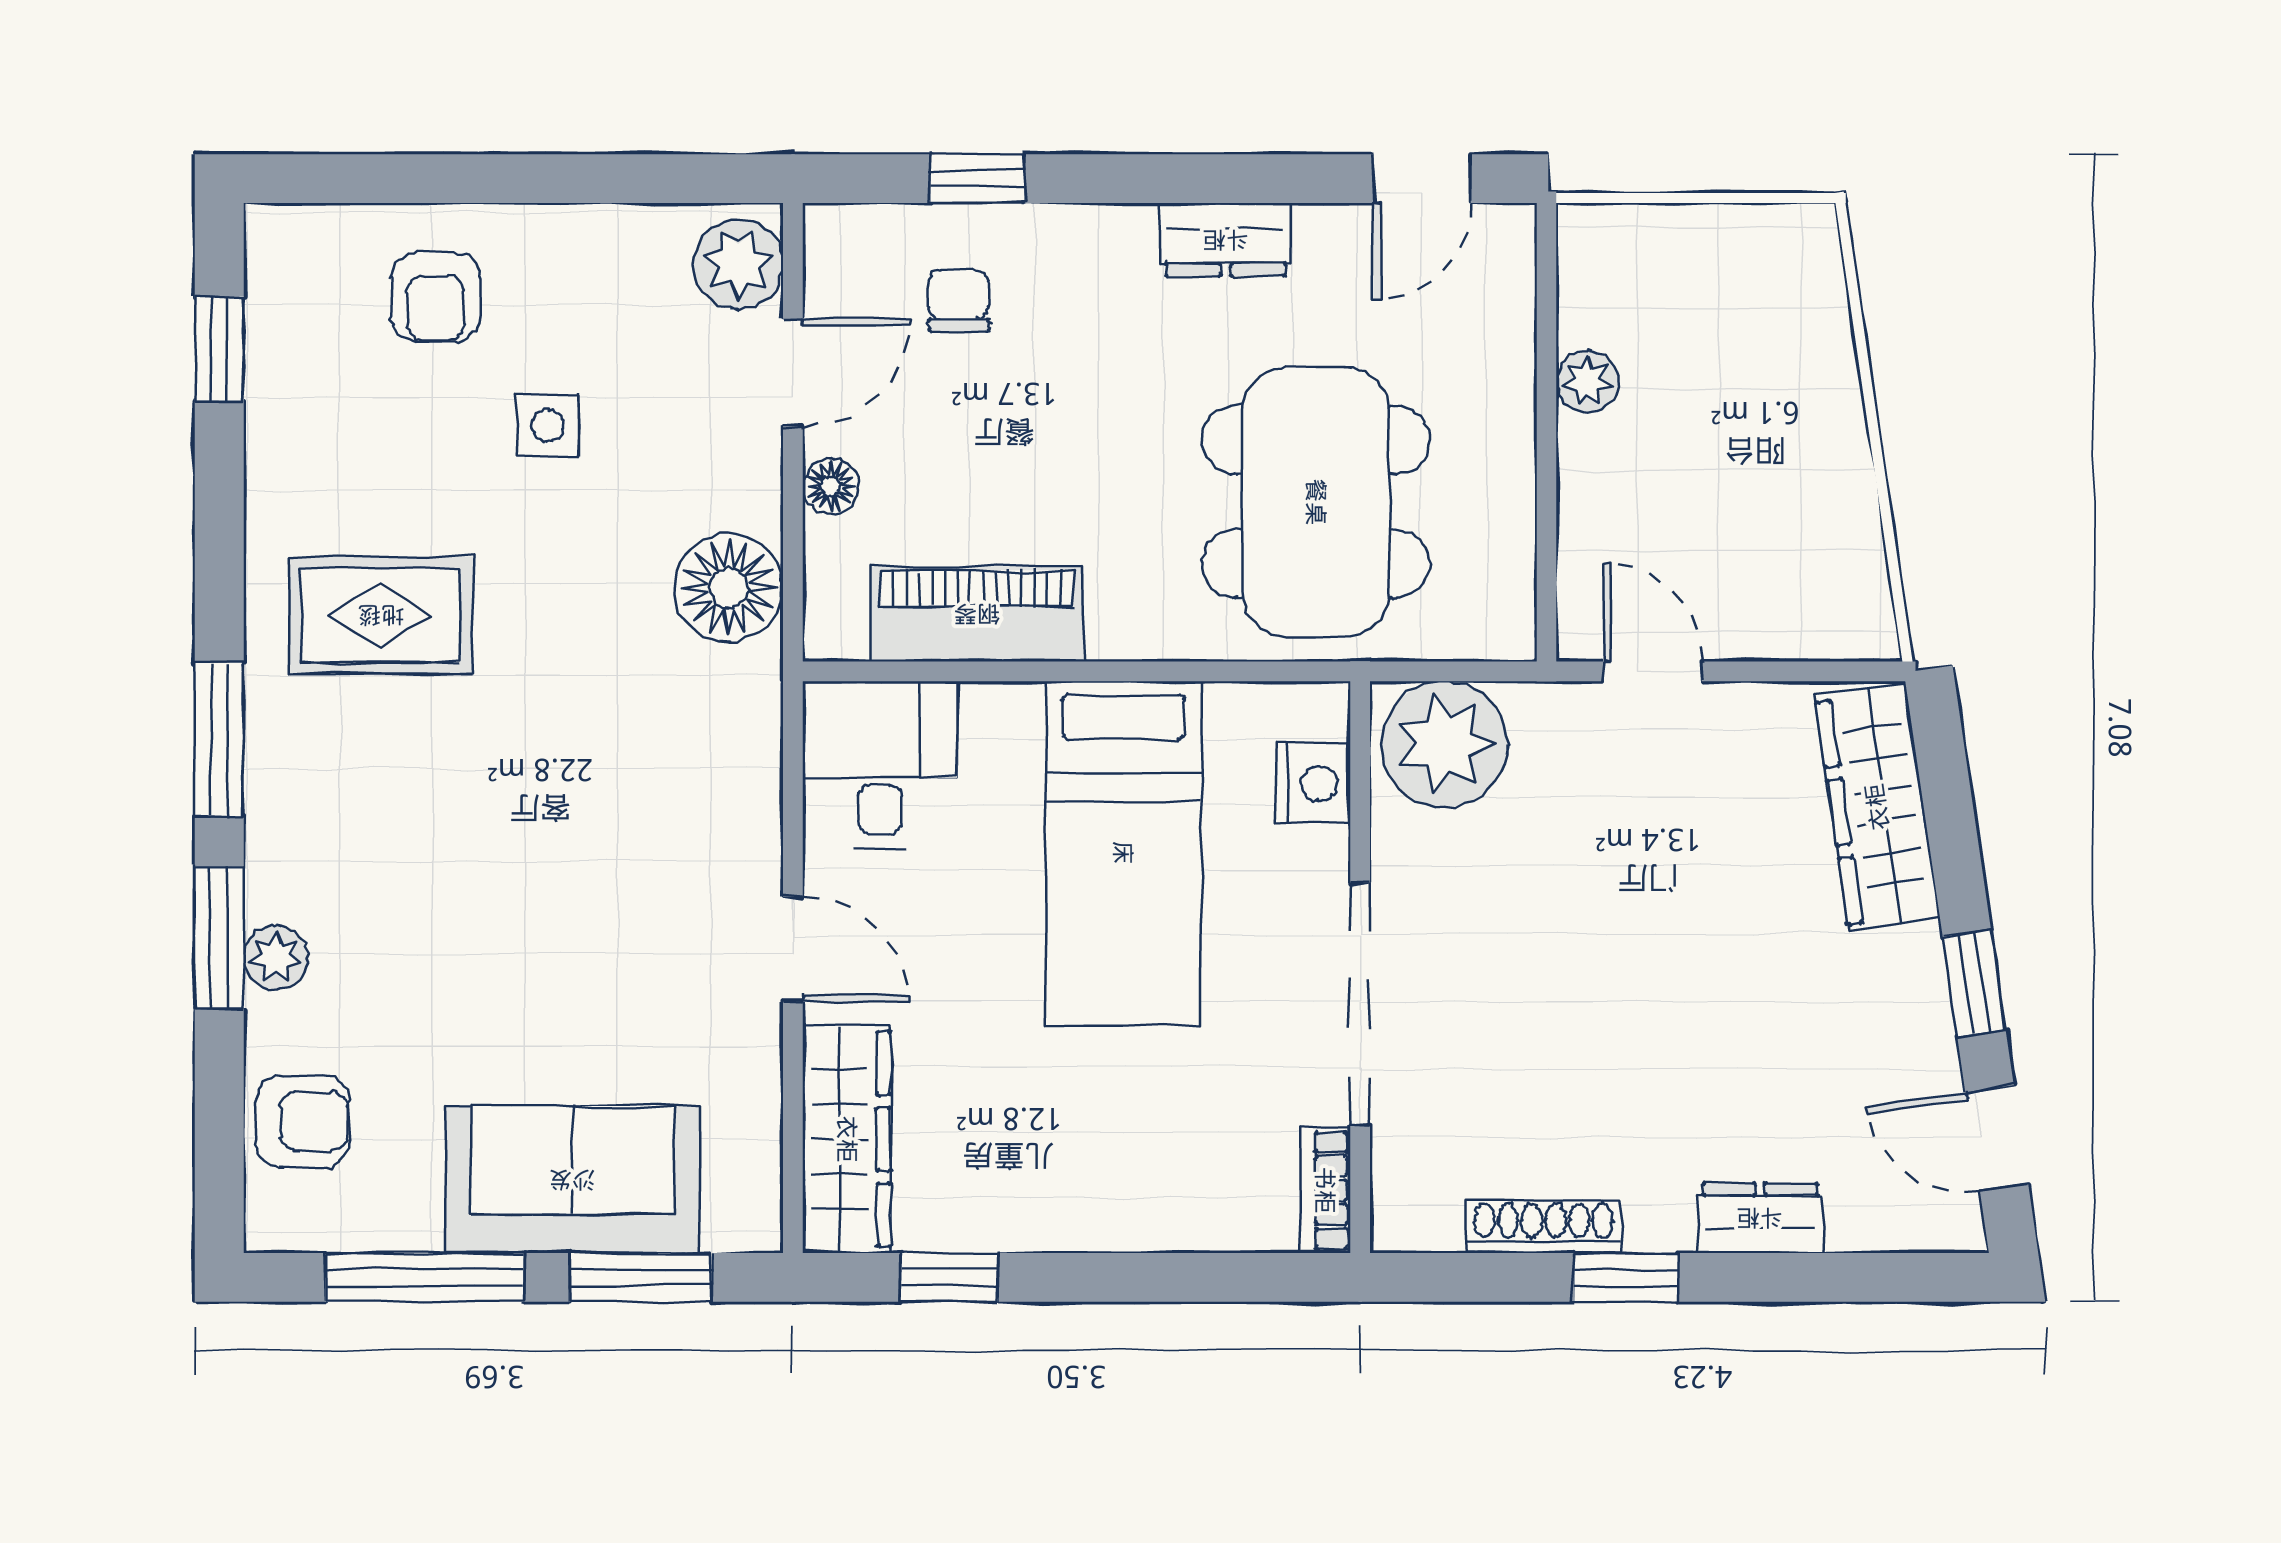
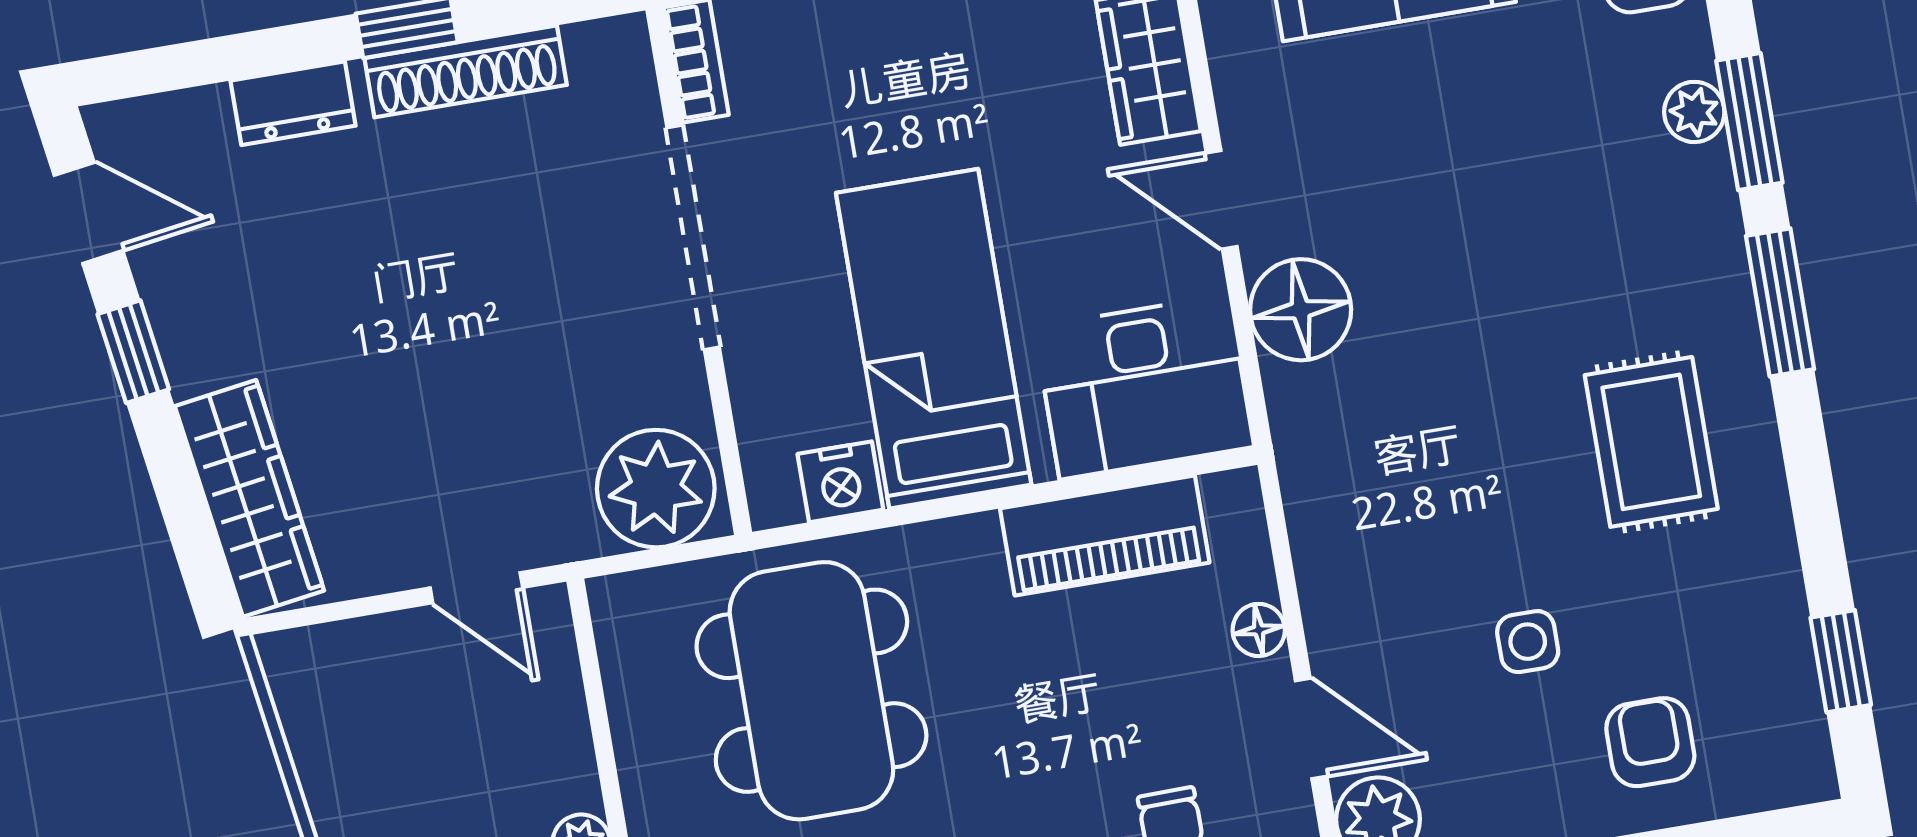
door: (793, 372) -> (1311, 728), swing flipped
floor lamp: (729, 588) -> (1301, 310), moved
rug: (381, 615) -> (1651, 442), turned 90
desk: (880, 764) -> (1144, 387), width x1.37
nightstand: (1313, 783) -> (840, 482), moved, turned -90
shoe rack: (1544, 1227) -> (466, 71), width x1.36, depth x1.24

